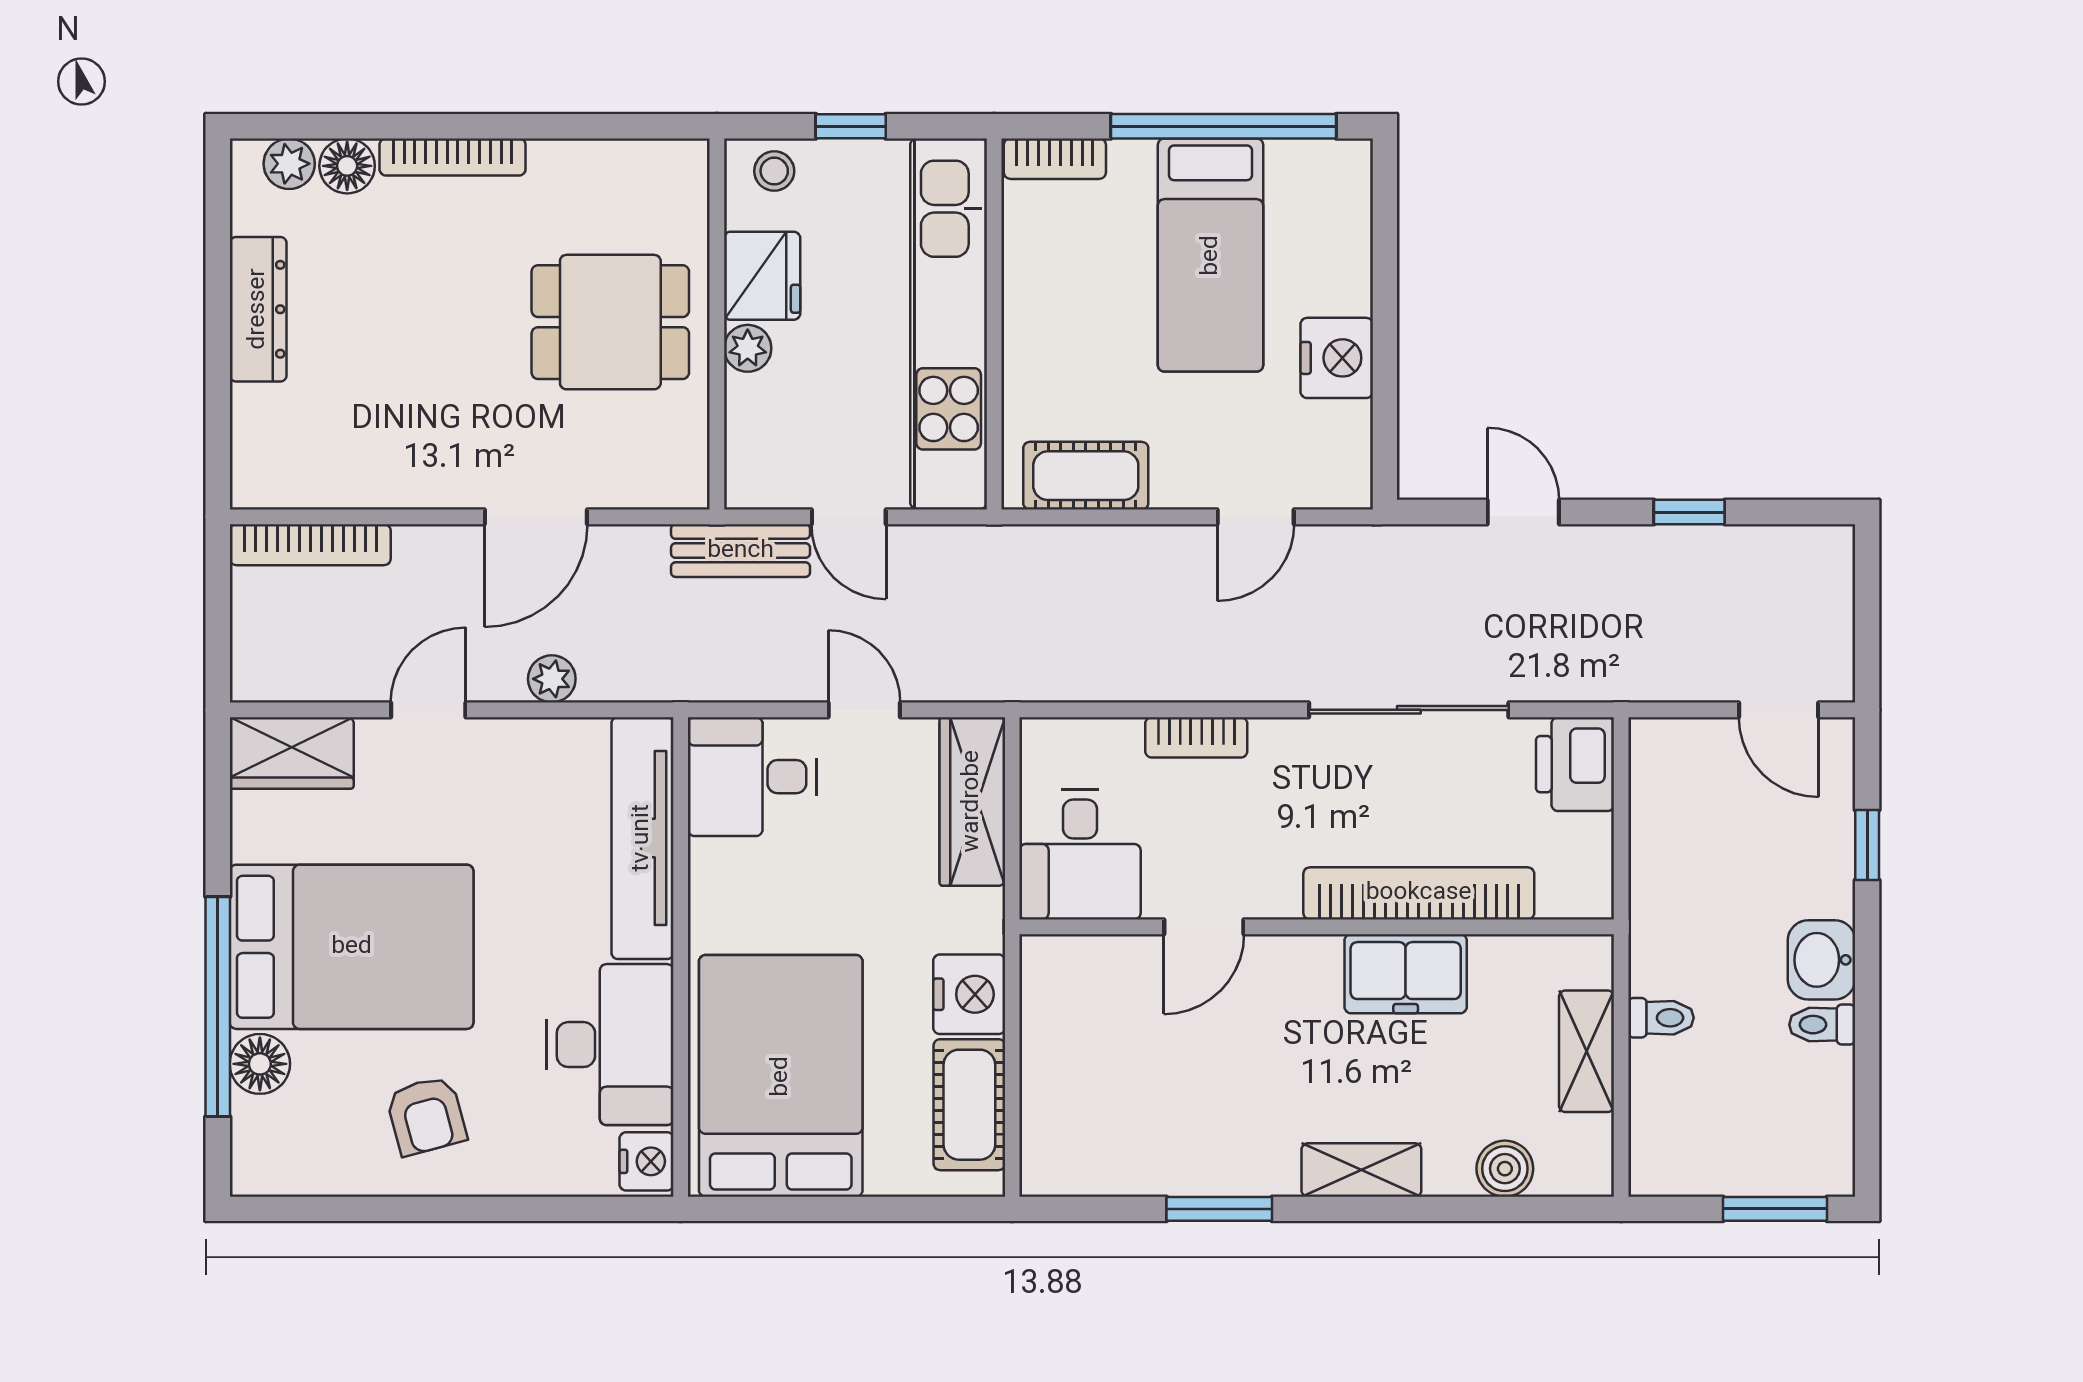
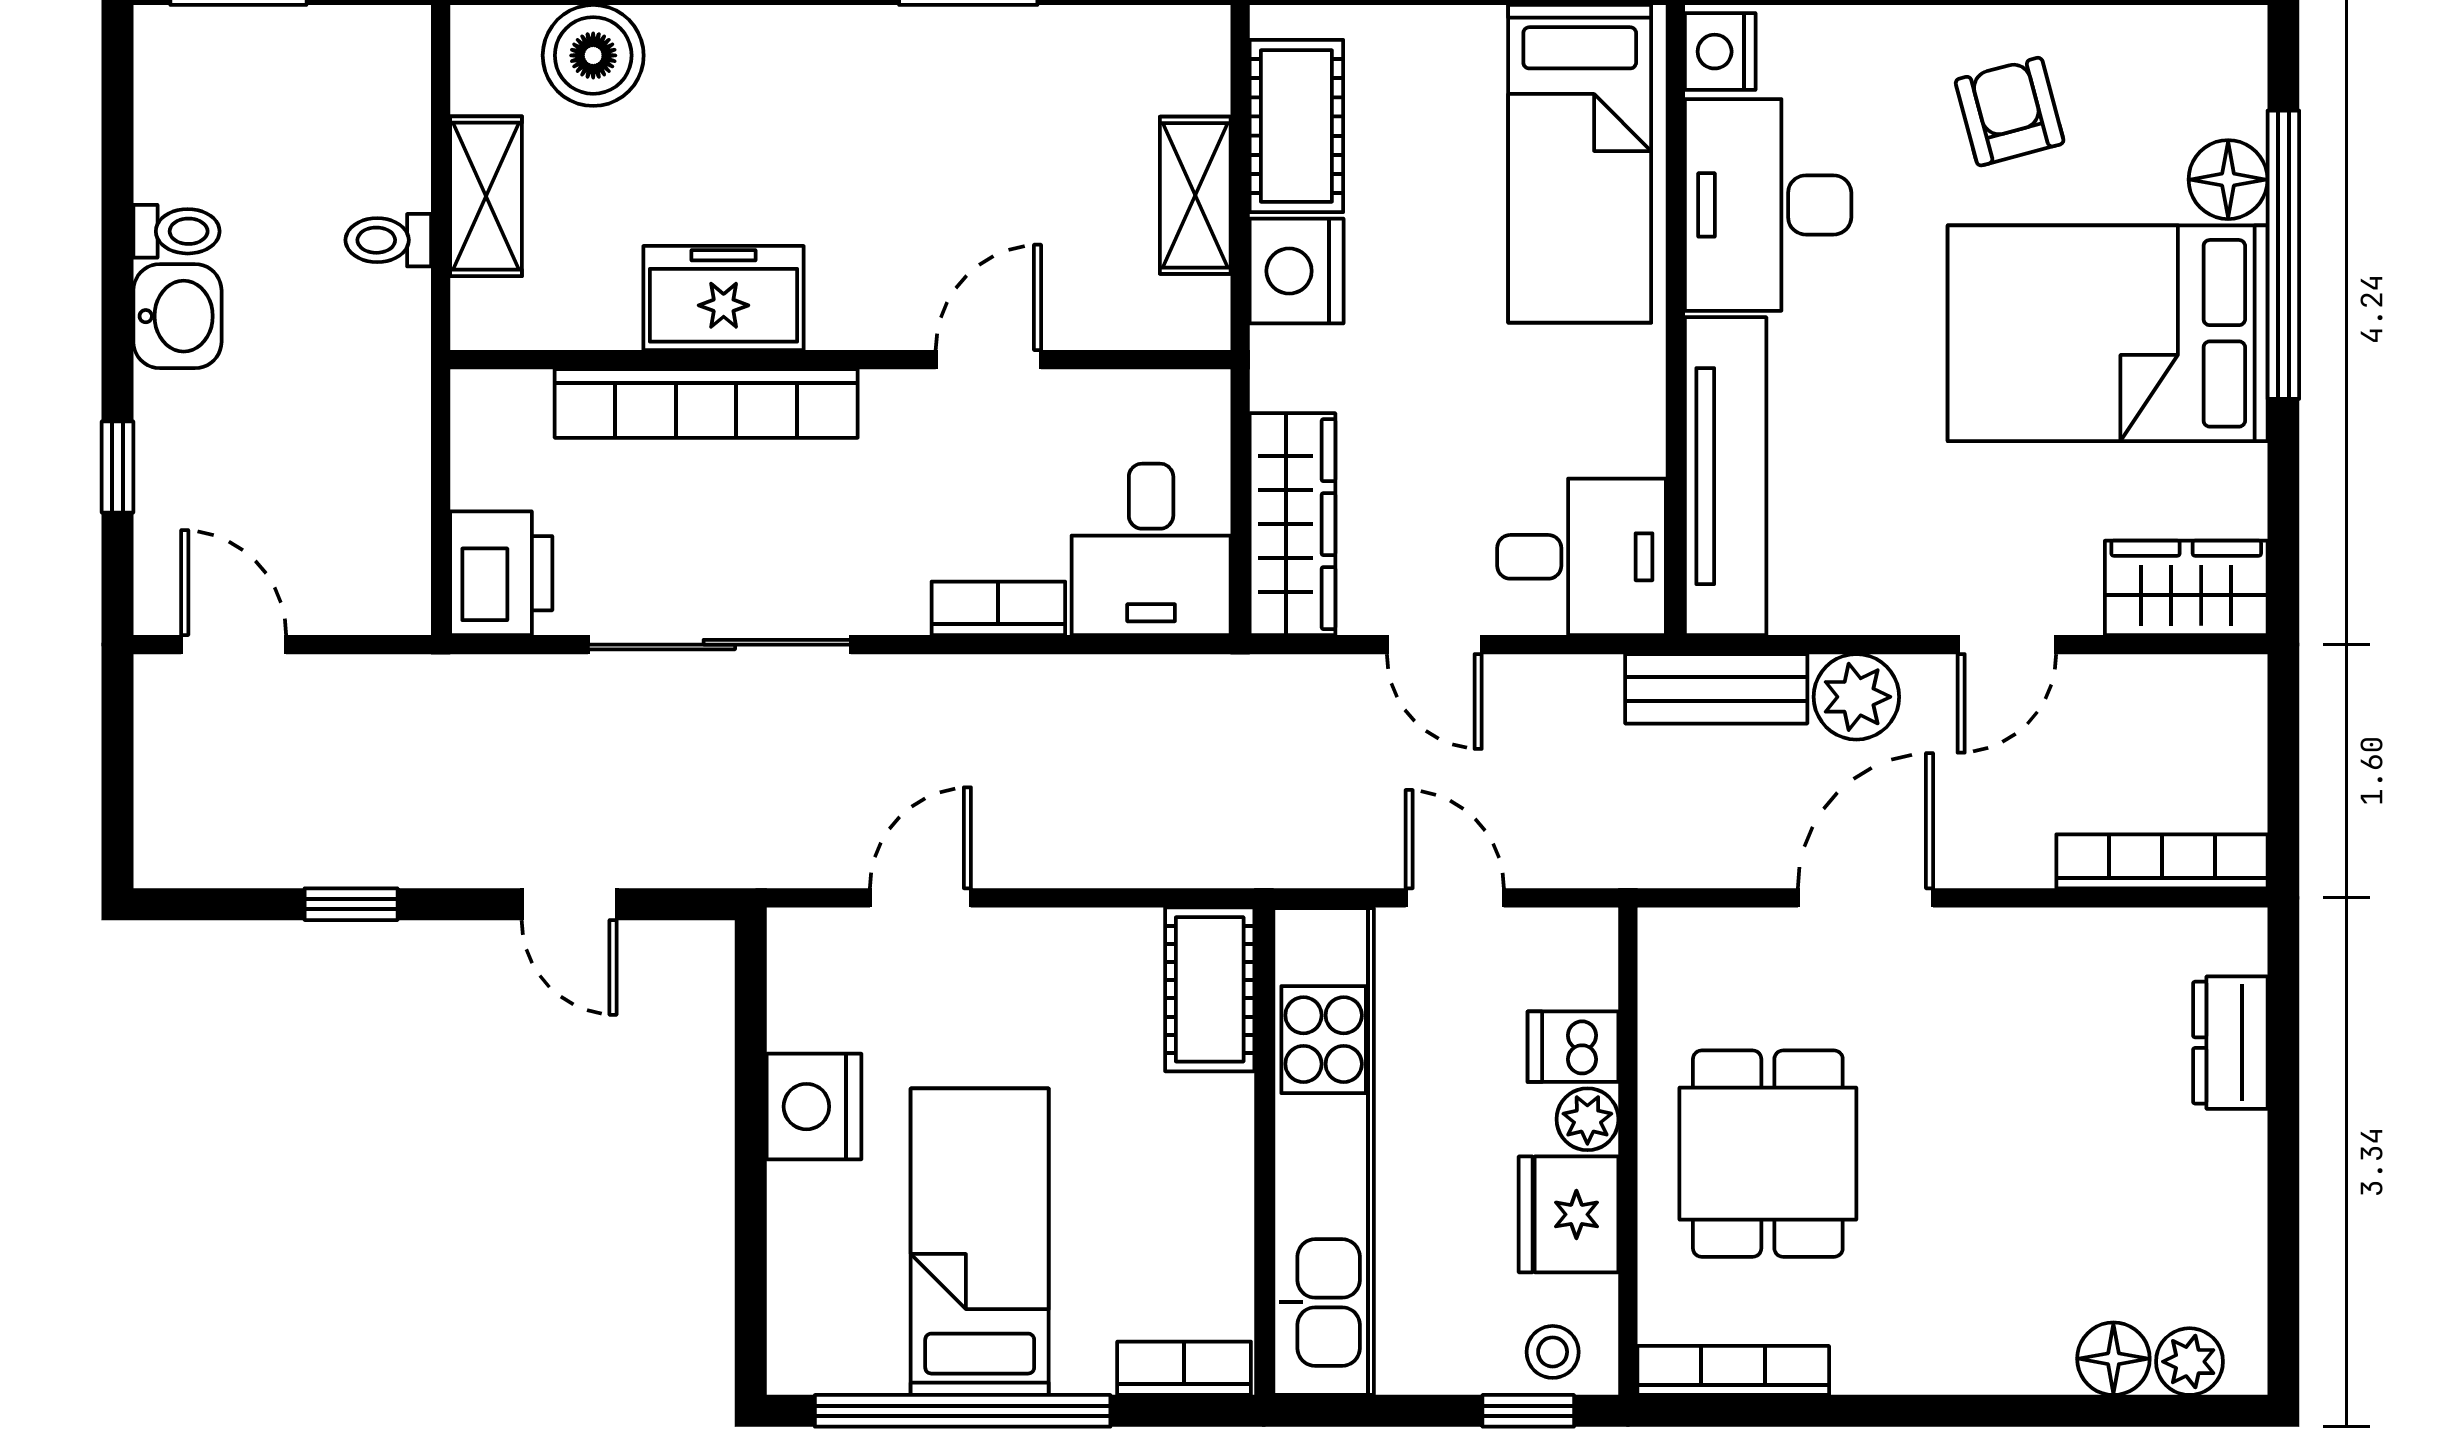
window: (851, 126) -> (1528, 1411), moved
bookcase: (453, 157) -> (1733, 1370), moved
dresser: (258, 309) -> (2230, 1043), moved, width x0.70
dining table: (610, 322) -> (1768, 1154), turned 90
dishwasher: (759, 404) -> (1573, 1047), added
cot: (1086, 476) -> (1210, 989), moved, turned 90
bench: (741, 551) -> (1716, 689), moved
plant: (552, 679) -> (1856, 697), width x1.38, depth x1.38
desk: (1080, 854) -> (1151, 549), moved, turned 180
bed: (781, 1076) -> (1580, 164), width x0.67
boiler: (1505, 1169) -> (593, 55), width x1.36, depth x1.36
shelving: (1361, 1170) -> (1195, 195), moved, turned 90

